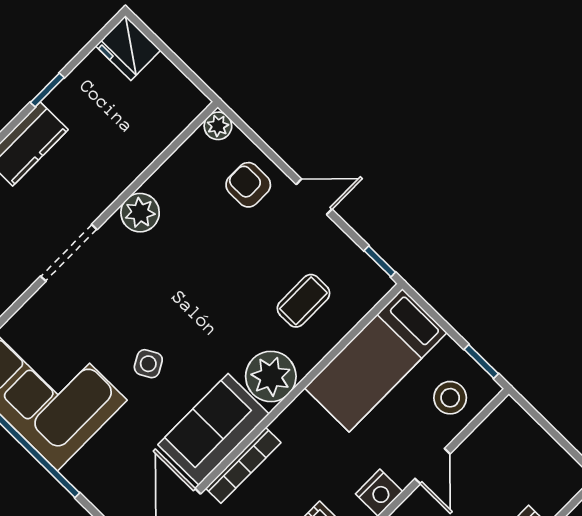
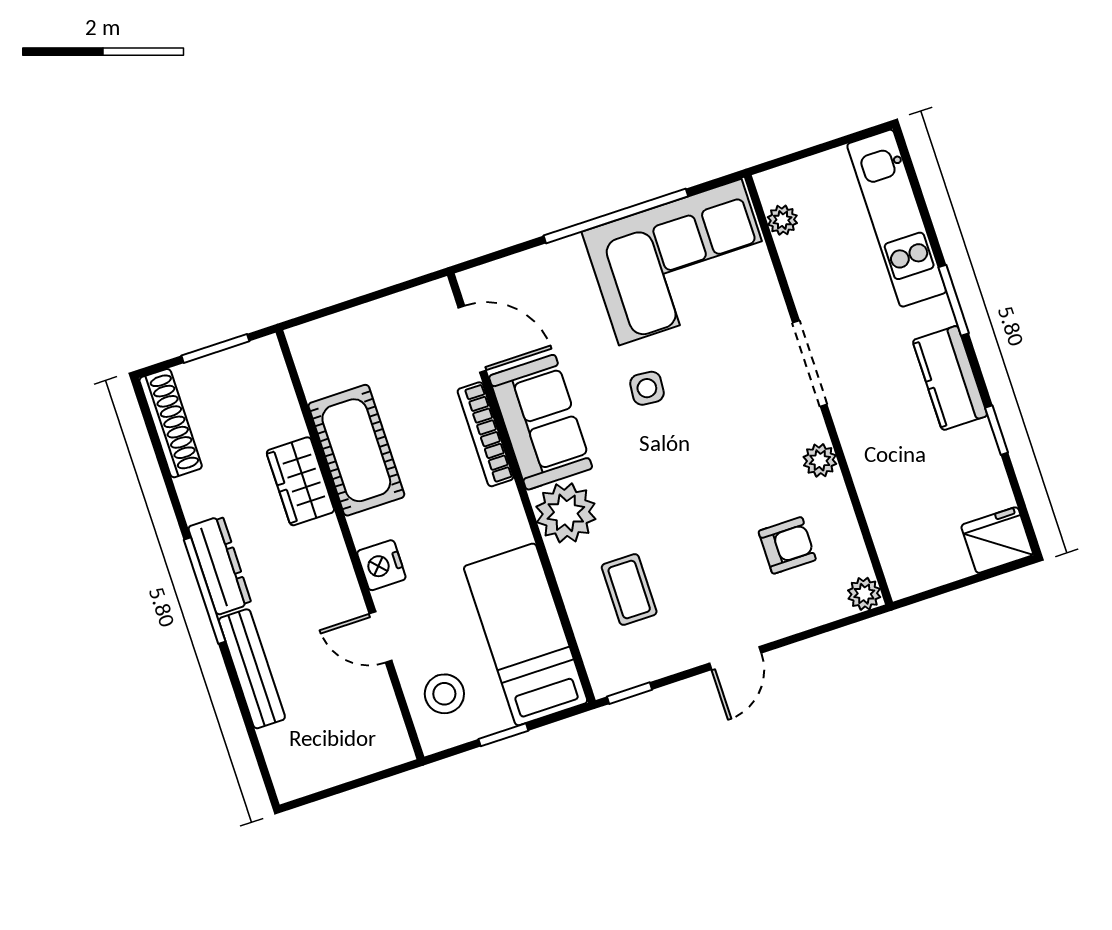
armchair: (248, 185) -> (787, 545), moved
plant: (140, 213) -> (820, 460), width x0.73, depth x0.73
window: (481, 362) -> (503, 735), moved
side table: (148, 364) -> (647, 388), turned 34

